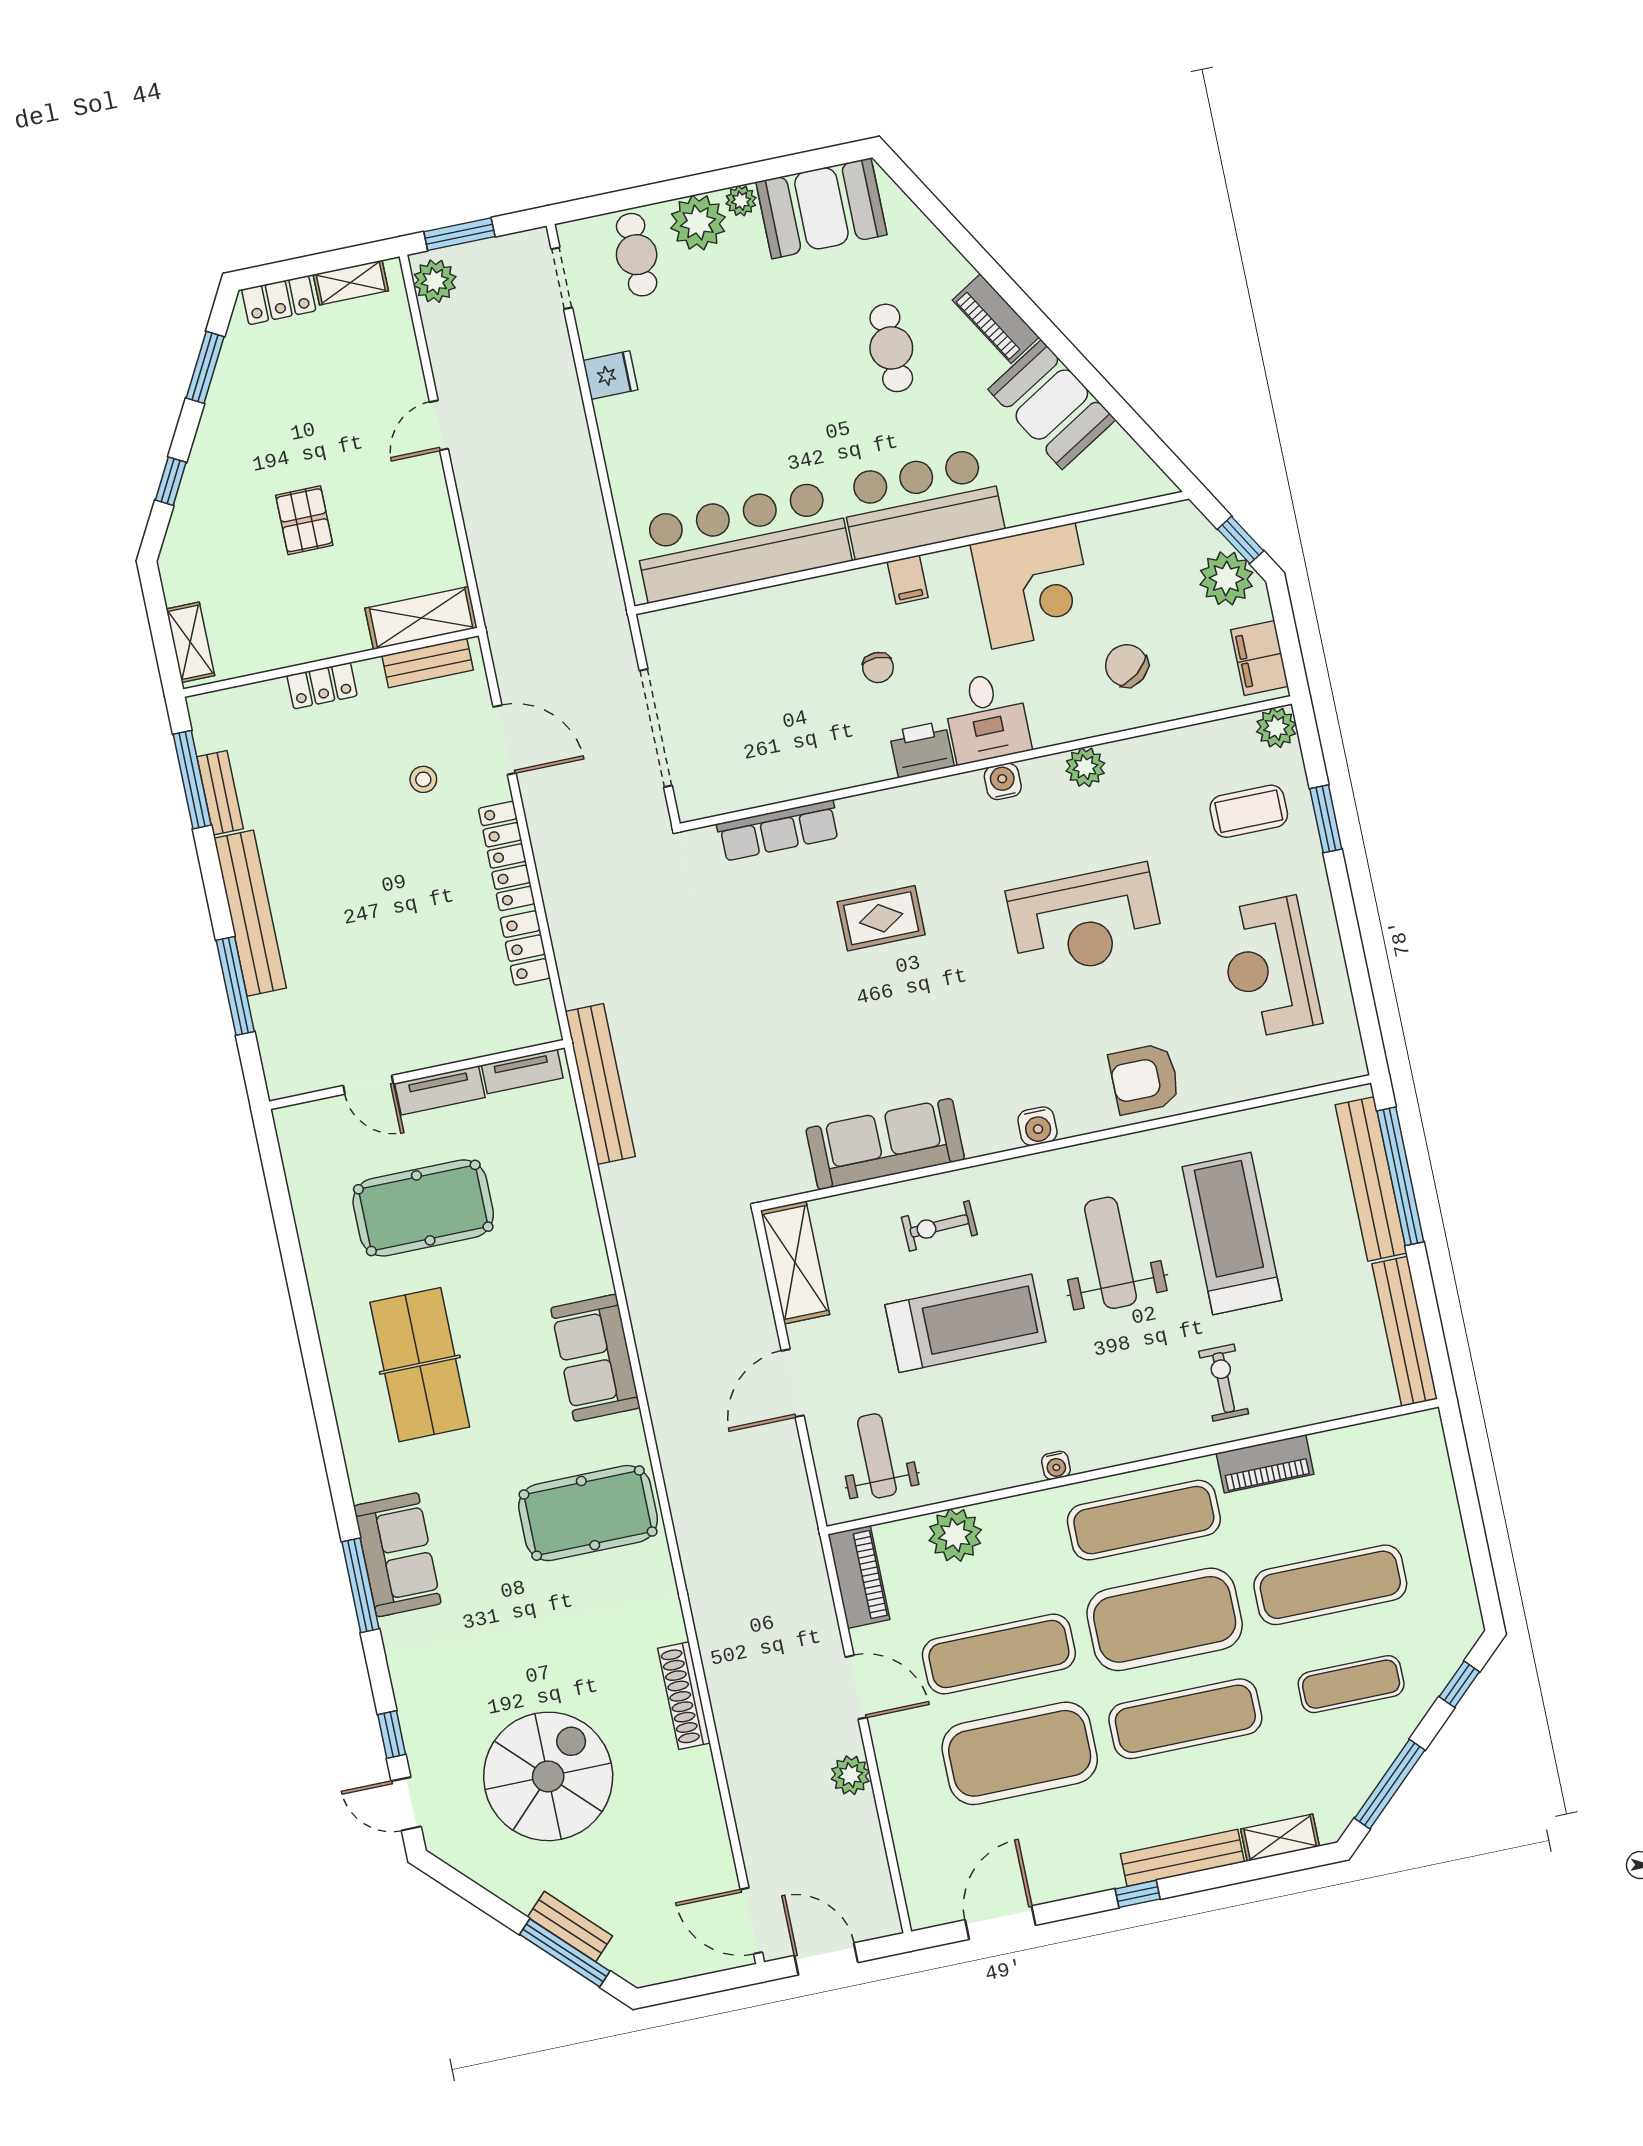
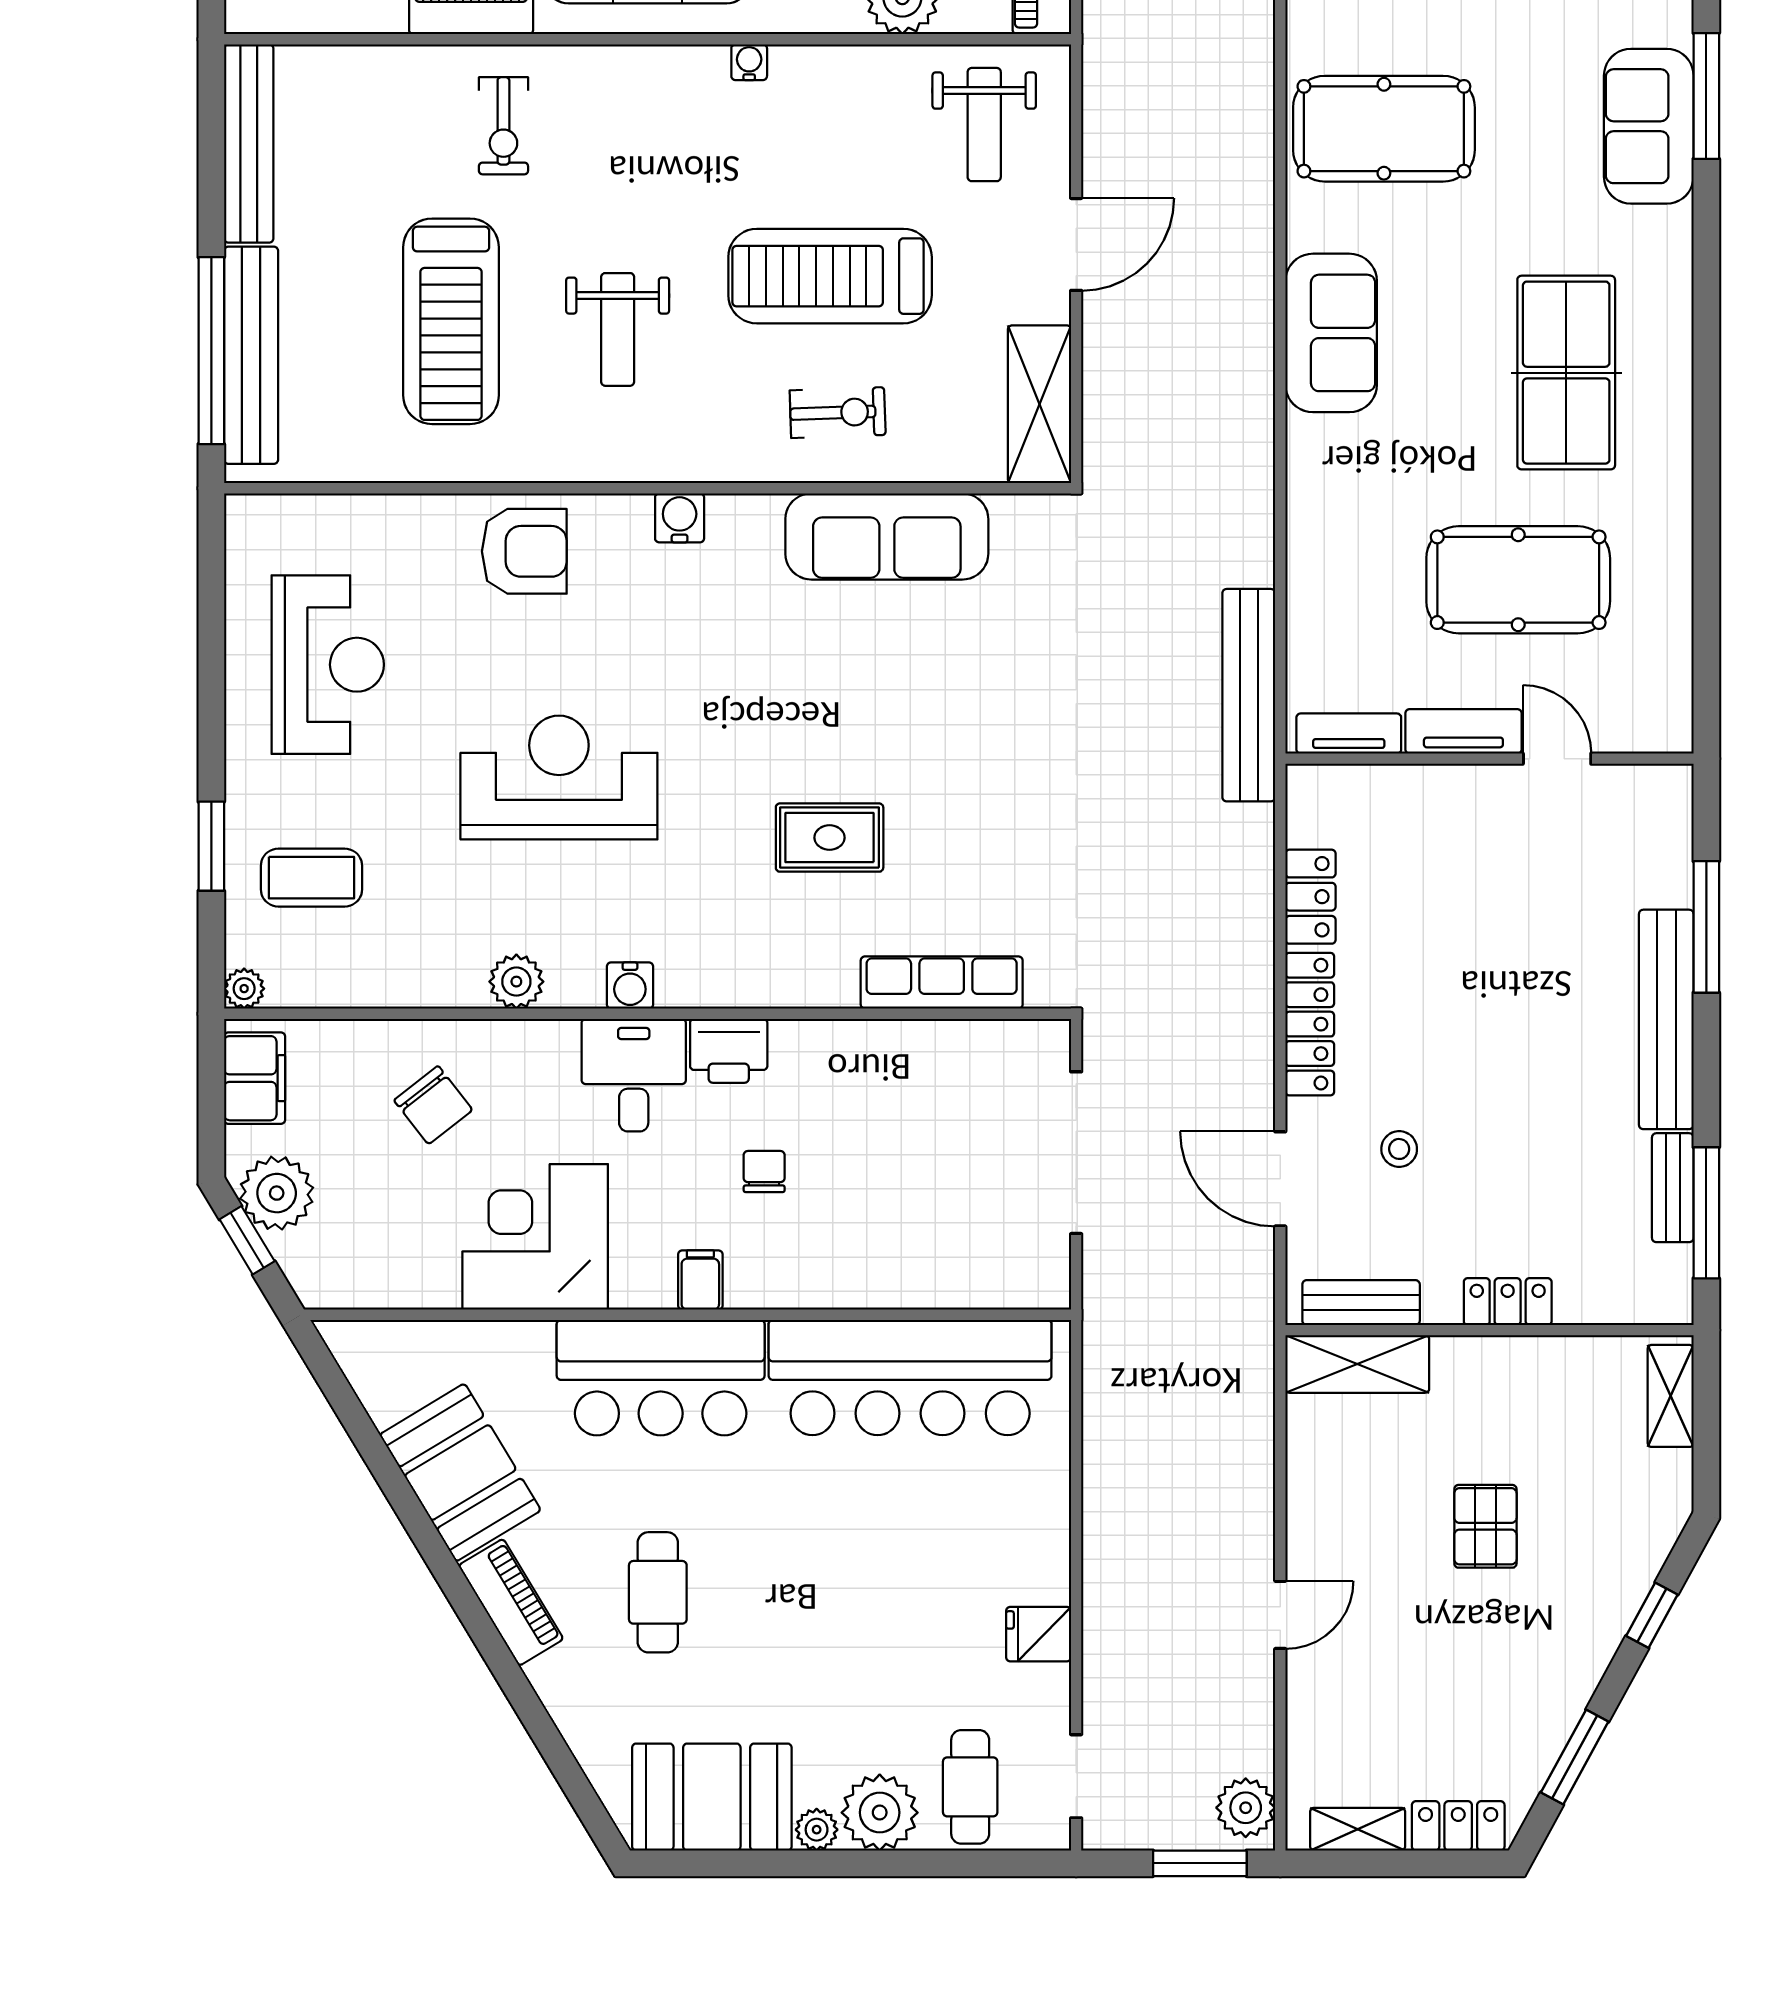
plant: (1276, 728) -> (244, 989), width x0.73, depth x0.73
weight bench: (1111, 1253) -> (618, 329), width x0.73, depth x0.75

